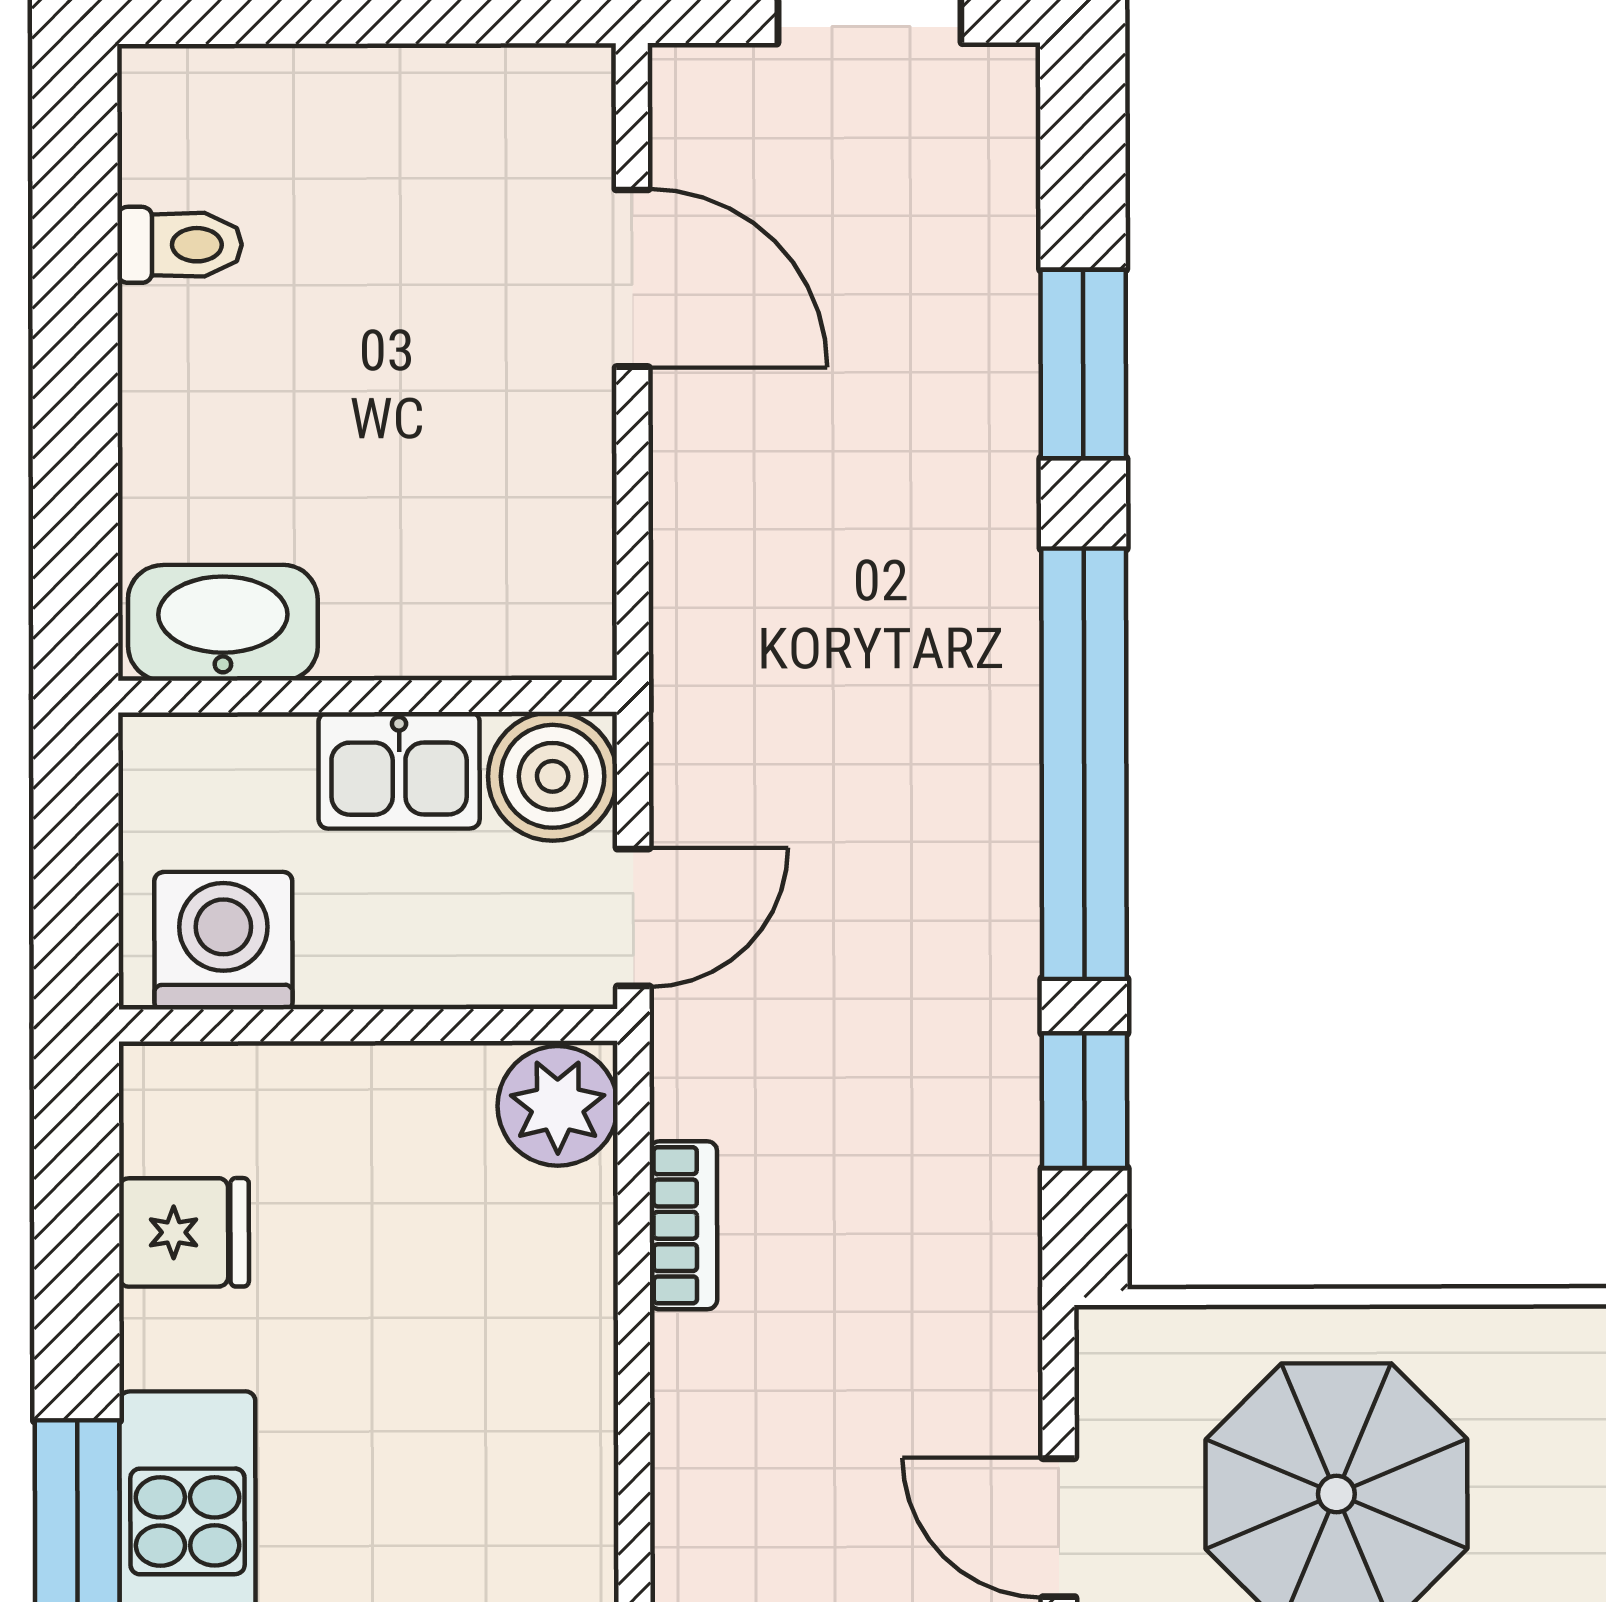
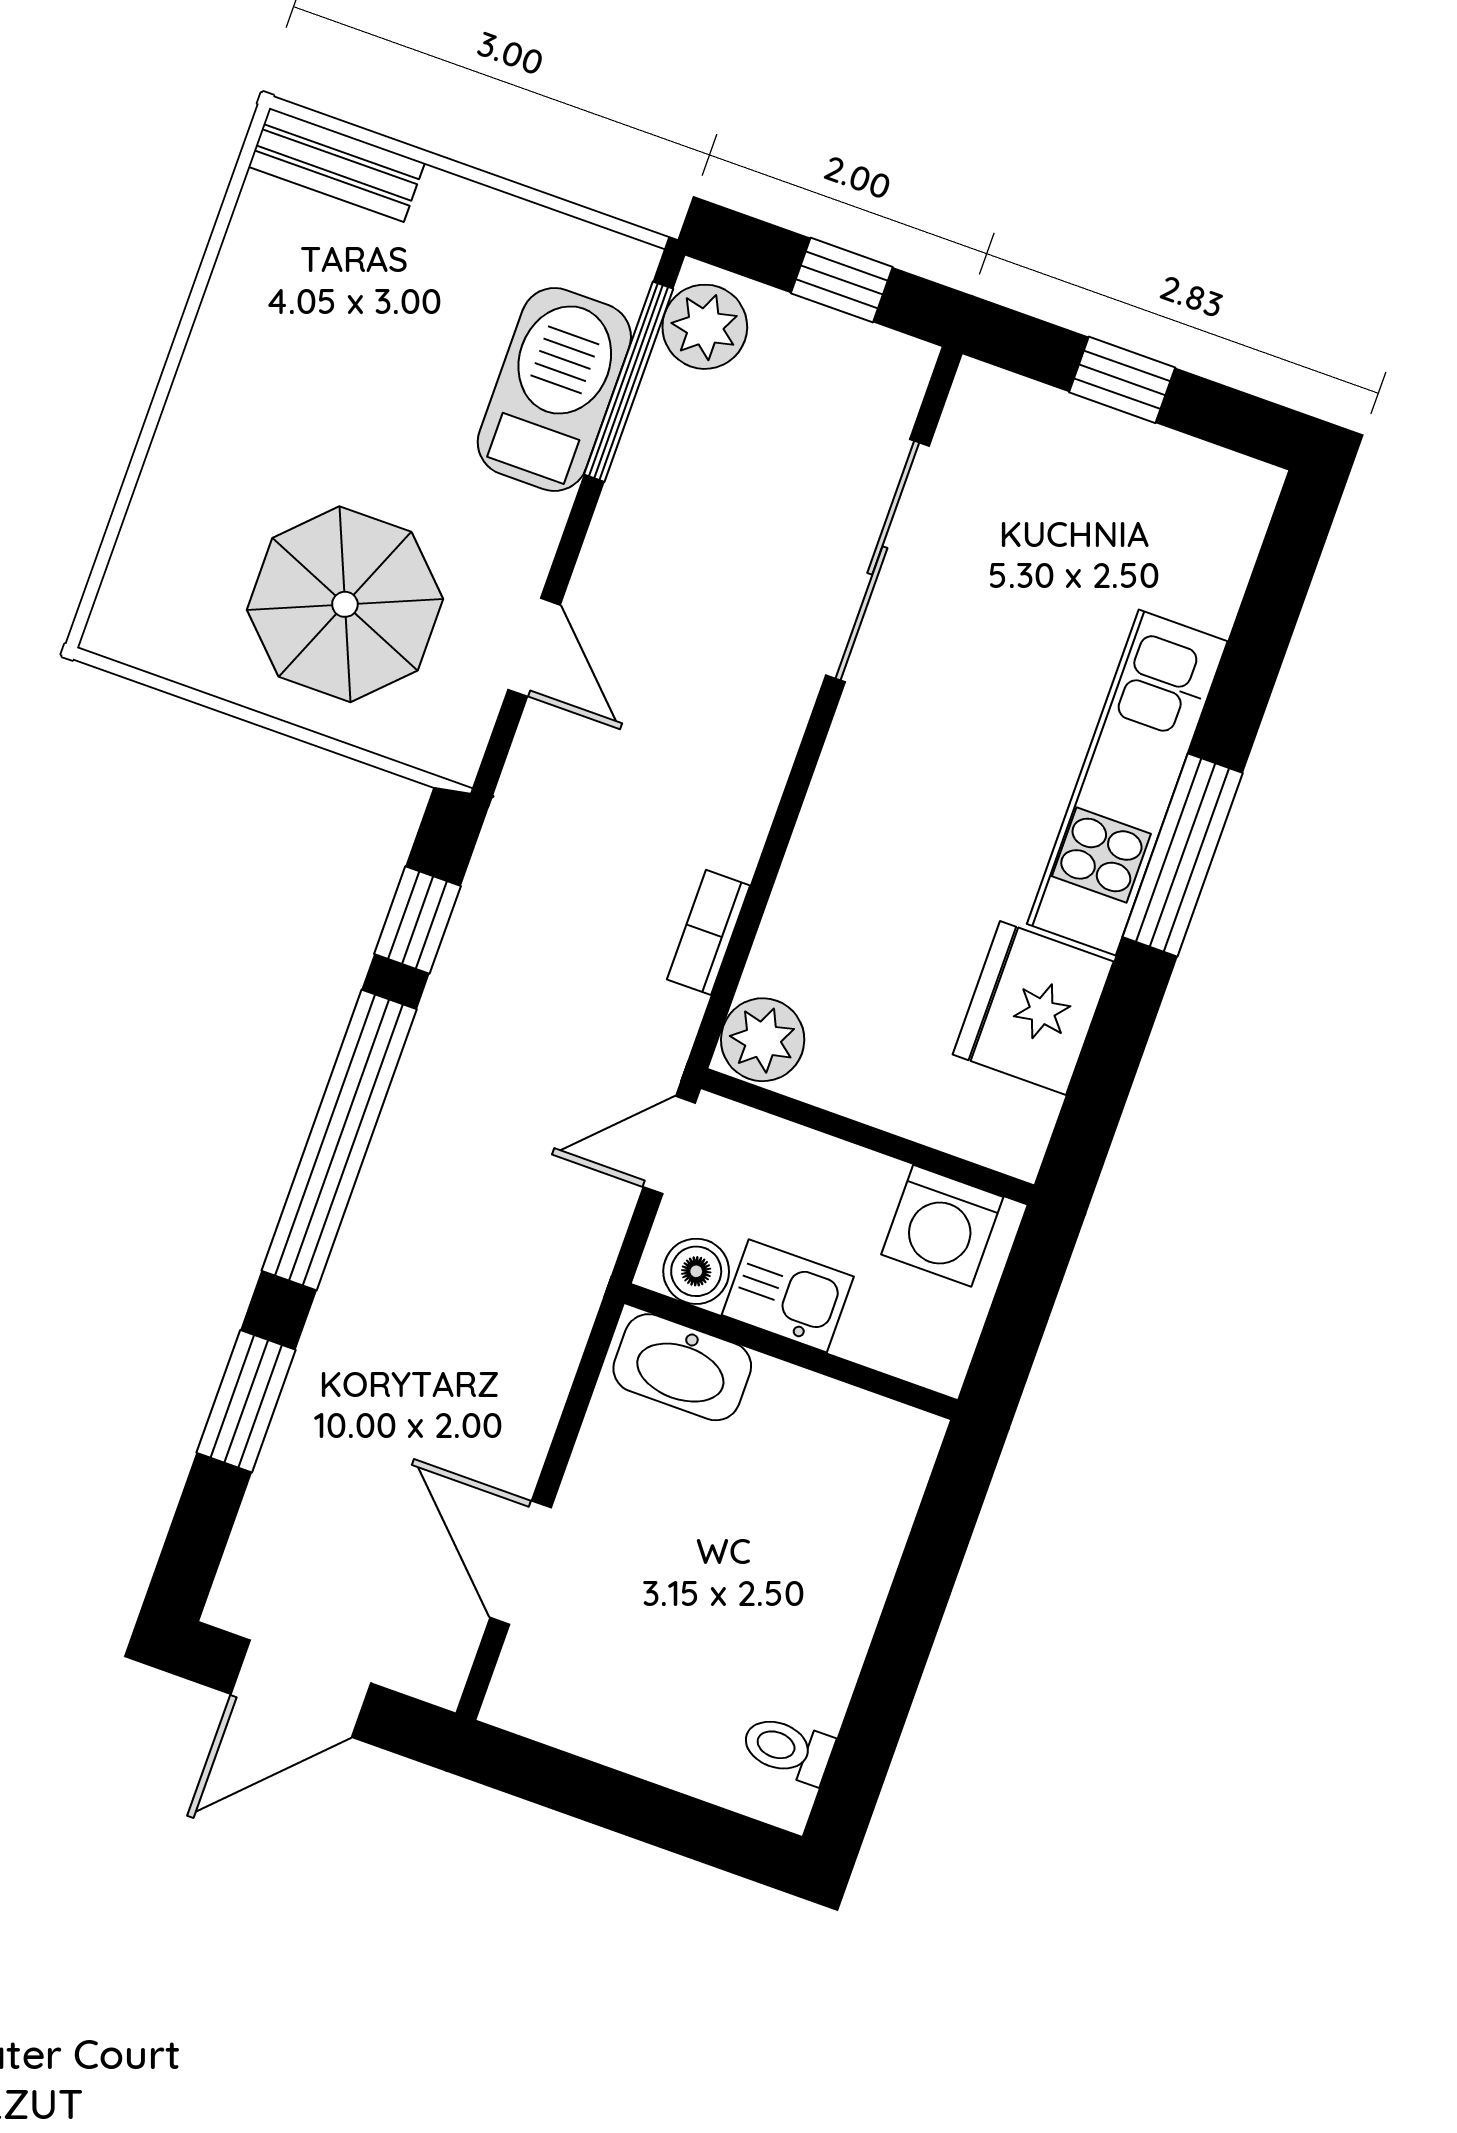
toilet: (179, 245) -> (787, 1749), moved
washbasin: (223, 623) -> (682, 1367), moved
boiler: (553, 776) -> (696, 1271), width x0.73, depth x0.73
fridge: (184, 1232) -> (1033, 1008), width x1.88, depth x1.34

